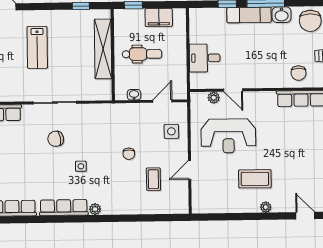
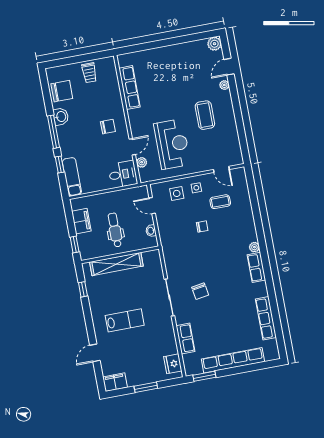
exam couch: (249, 15) -> (72, 177), moved
desk: (205, 58) -> (123, 174), moved, turned -90
chair: (299, 73) -> (108, 127), moved
side table: (81, 166) -> (196, 188), moved
door: (190, 170) -> (221, 169), moved
plant: (266, 207) -> (224, 85), moved
row of seats: (64, 208) -> (256, 267), width x0.68

